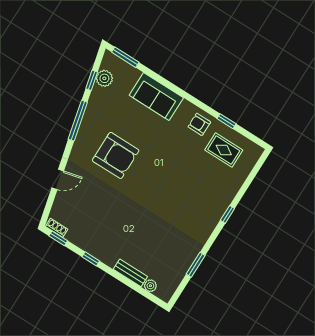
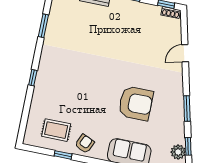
window: (78, 121) -> (187, 108), width x0.69
armchair: (199, 124) -> (85, 144), turned -66
armchair: (116, 155) -> (136, 103), moved, turned 180

